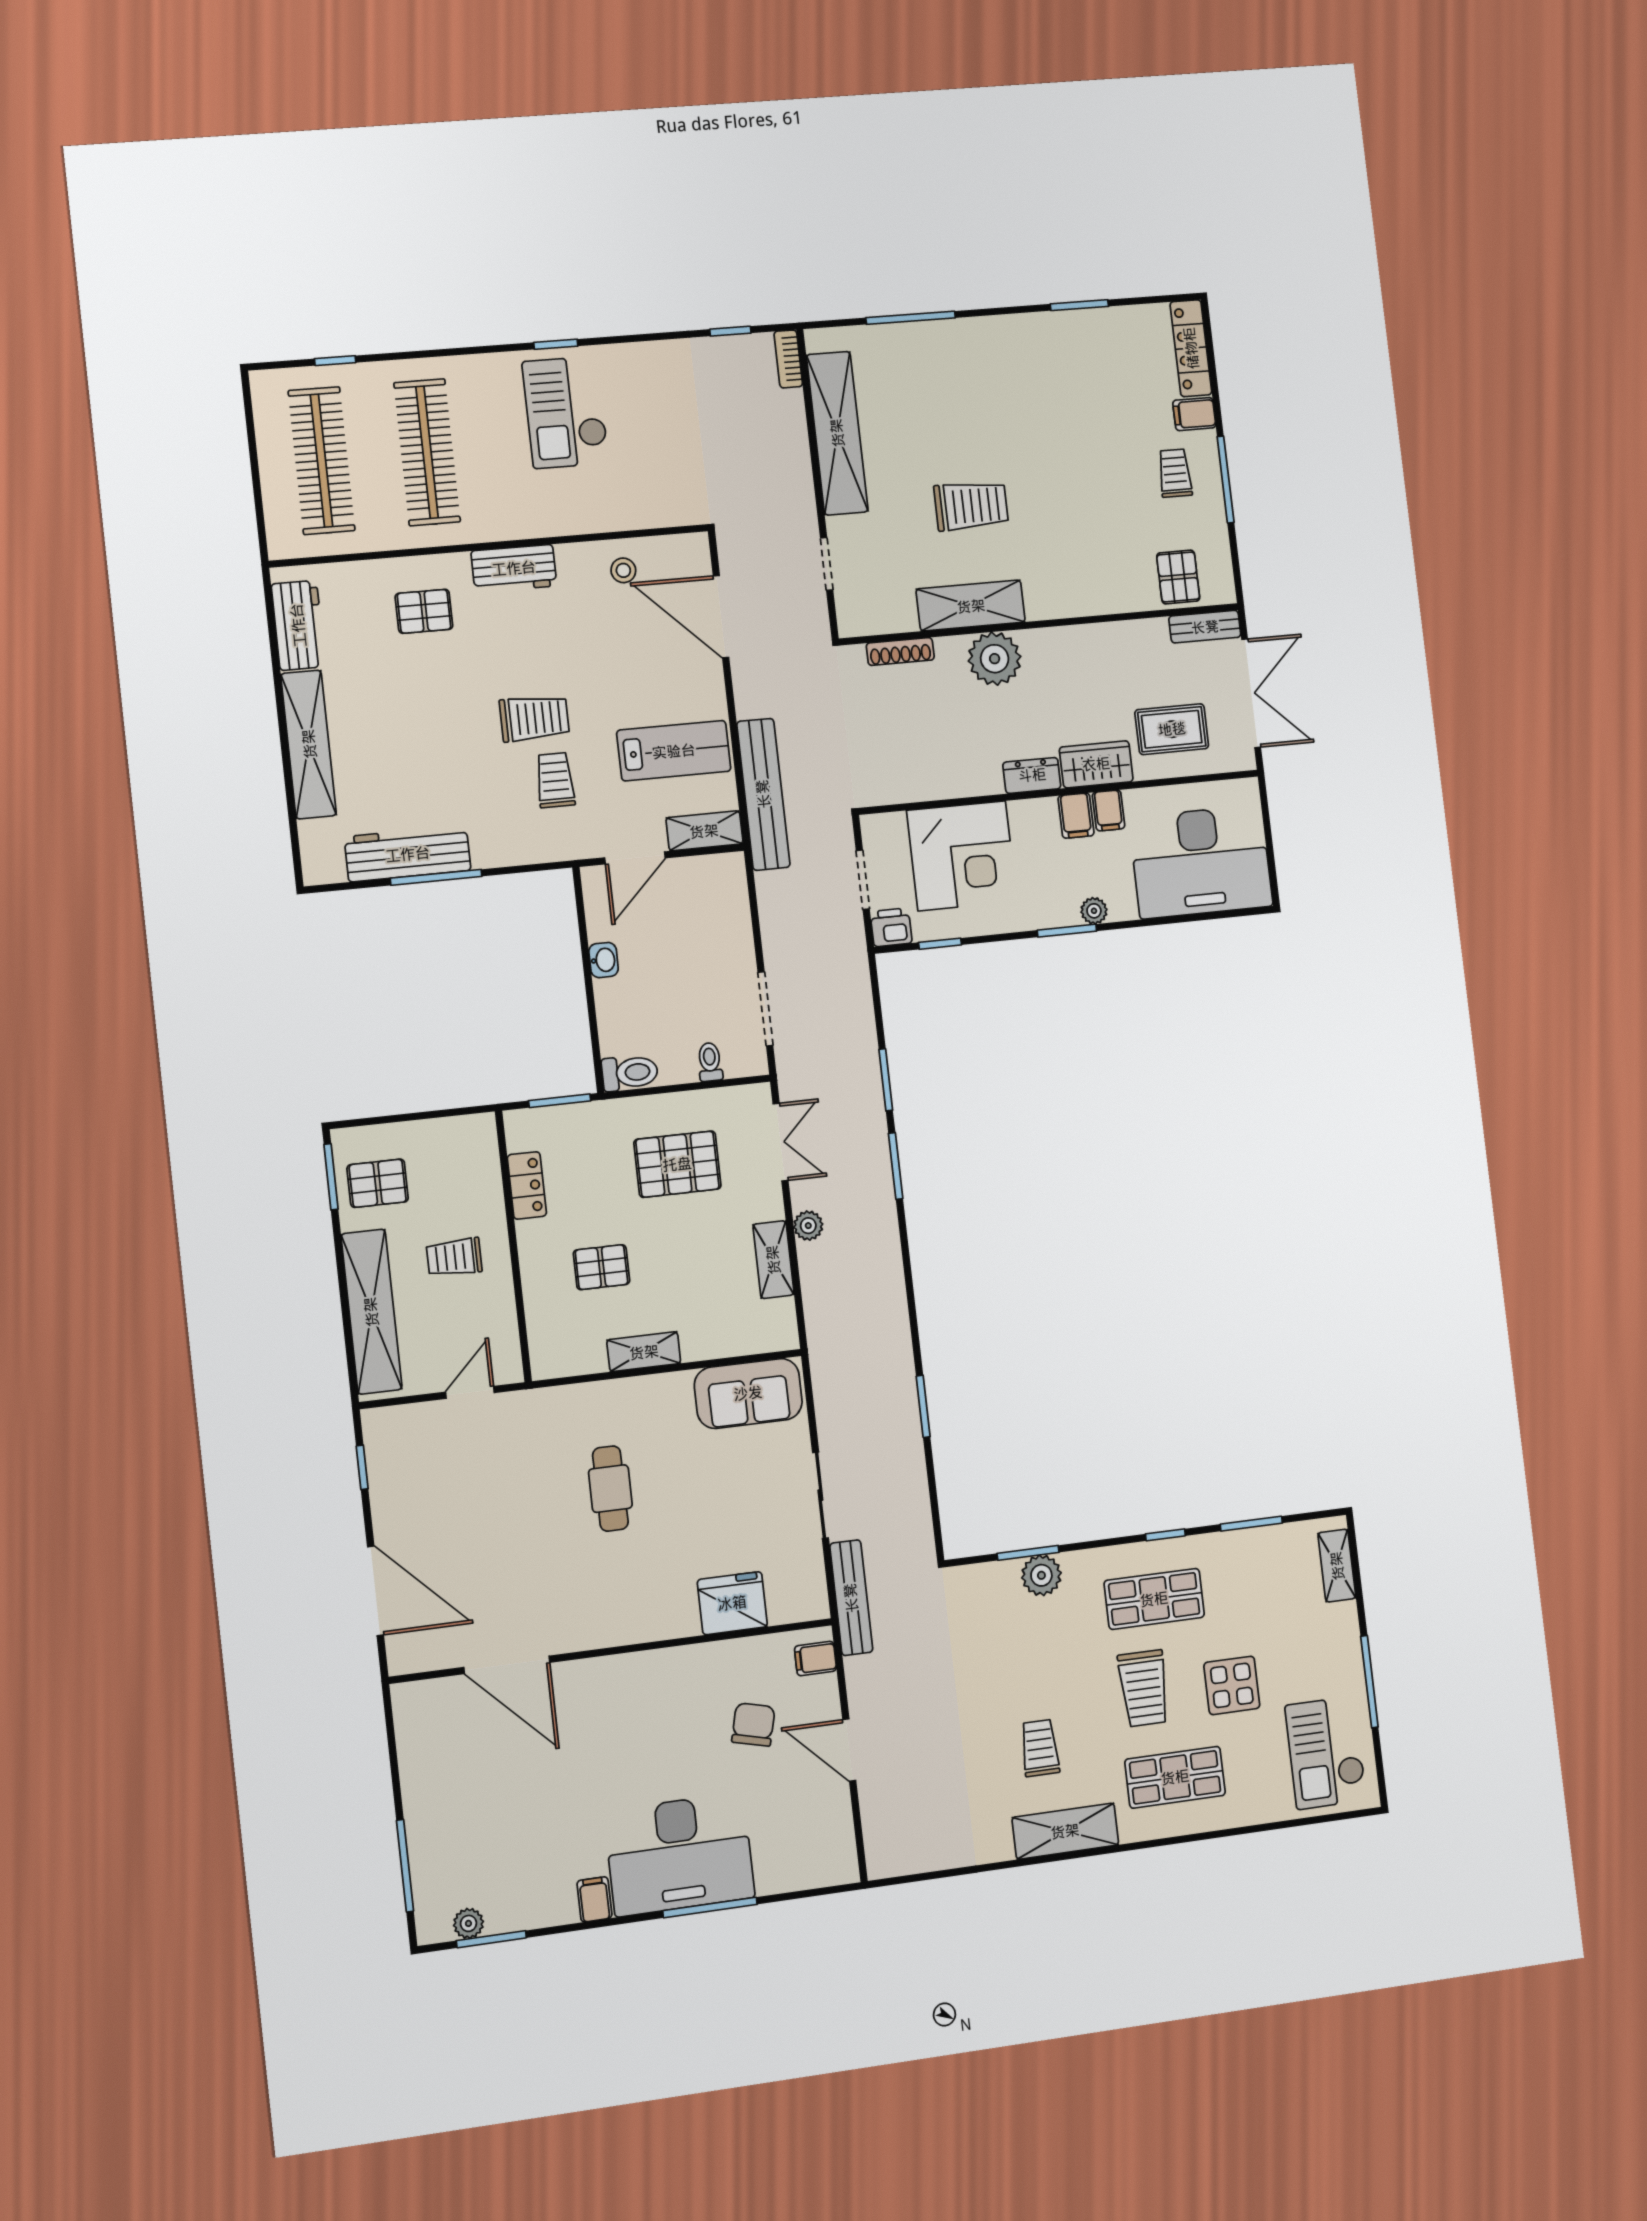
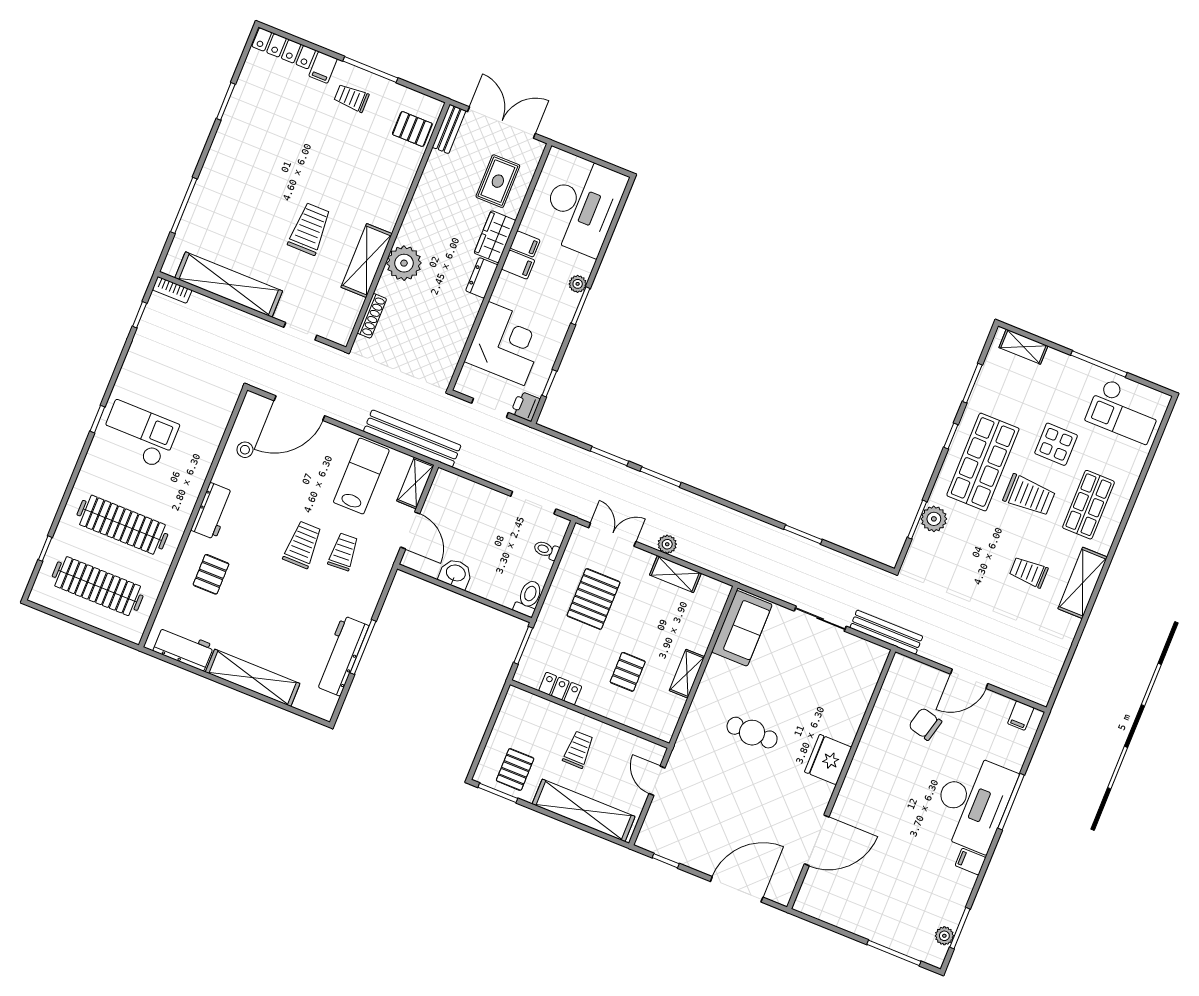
checkout: (566, 412) -> (139, 434), turned 180
trolley: (555, 780) -> (343, 552), turned 87
washbasin: (604, 960) -> (456, 574), width x1.38, depth x1.45
trolley: (454, 1257) -> (578, 750), turned 180
shop shelf: (1154, 1599) -> (983, 462), width x1.43, depth x1.36
fridge: (732, 1603) -> (828, 760), moved
filing cabinet: (815, 1659) -> (1021, 716), moved

